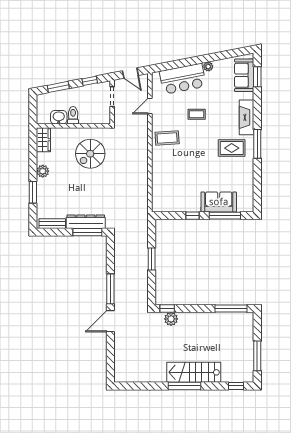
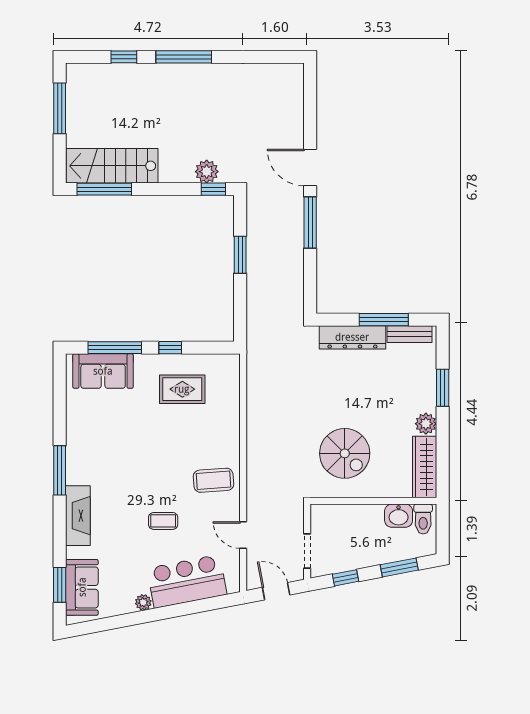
door: (150, 106) -> (243, 535), swing flipped
toilet: (73, 115) -> (423, 519), moved
wardrobe: (43, 140) -> (425, 467), width x1.50
rug: (232, 148) -> (182, 389), moved
spiral stairs: (90, 154) -> (345, 453), turned 90
sofa: (219, 202) -> (103, 371), moved
window: (87, 232) -> (384, 320), moved
window: (152, 259) -> (240, 255), moved
door: (110, 321) -> (310, 168), swing flipped
stairs: (194, 372) -> (112, 166), moved, turned 180
window: (236, 386) -> (124, 57), moved

